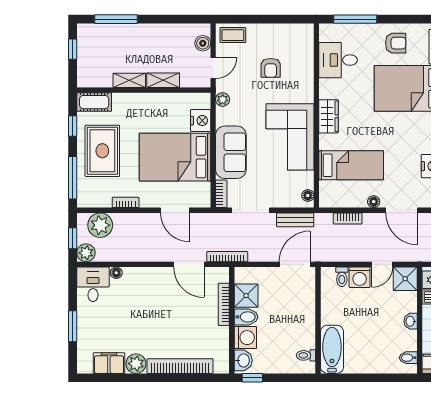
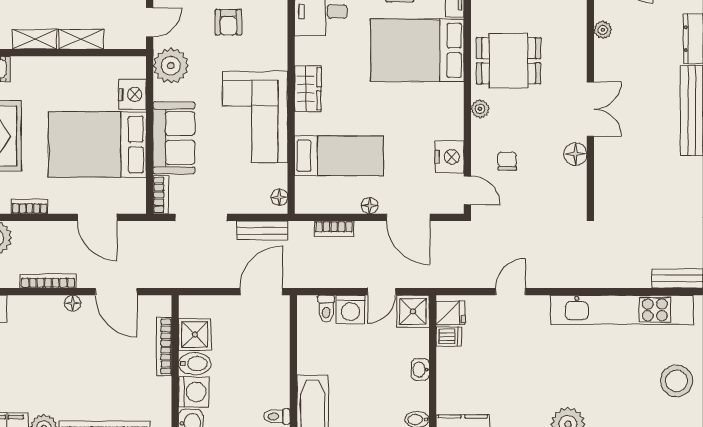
plant: (223, 100) -> (171, 66), width x1.88, depth x1.88
bookcase: (227, 257) -> (48, 281), moved
floor lamp: (116, 273) -> (73, 303), moved

